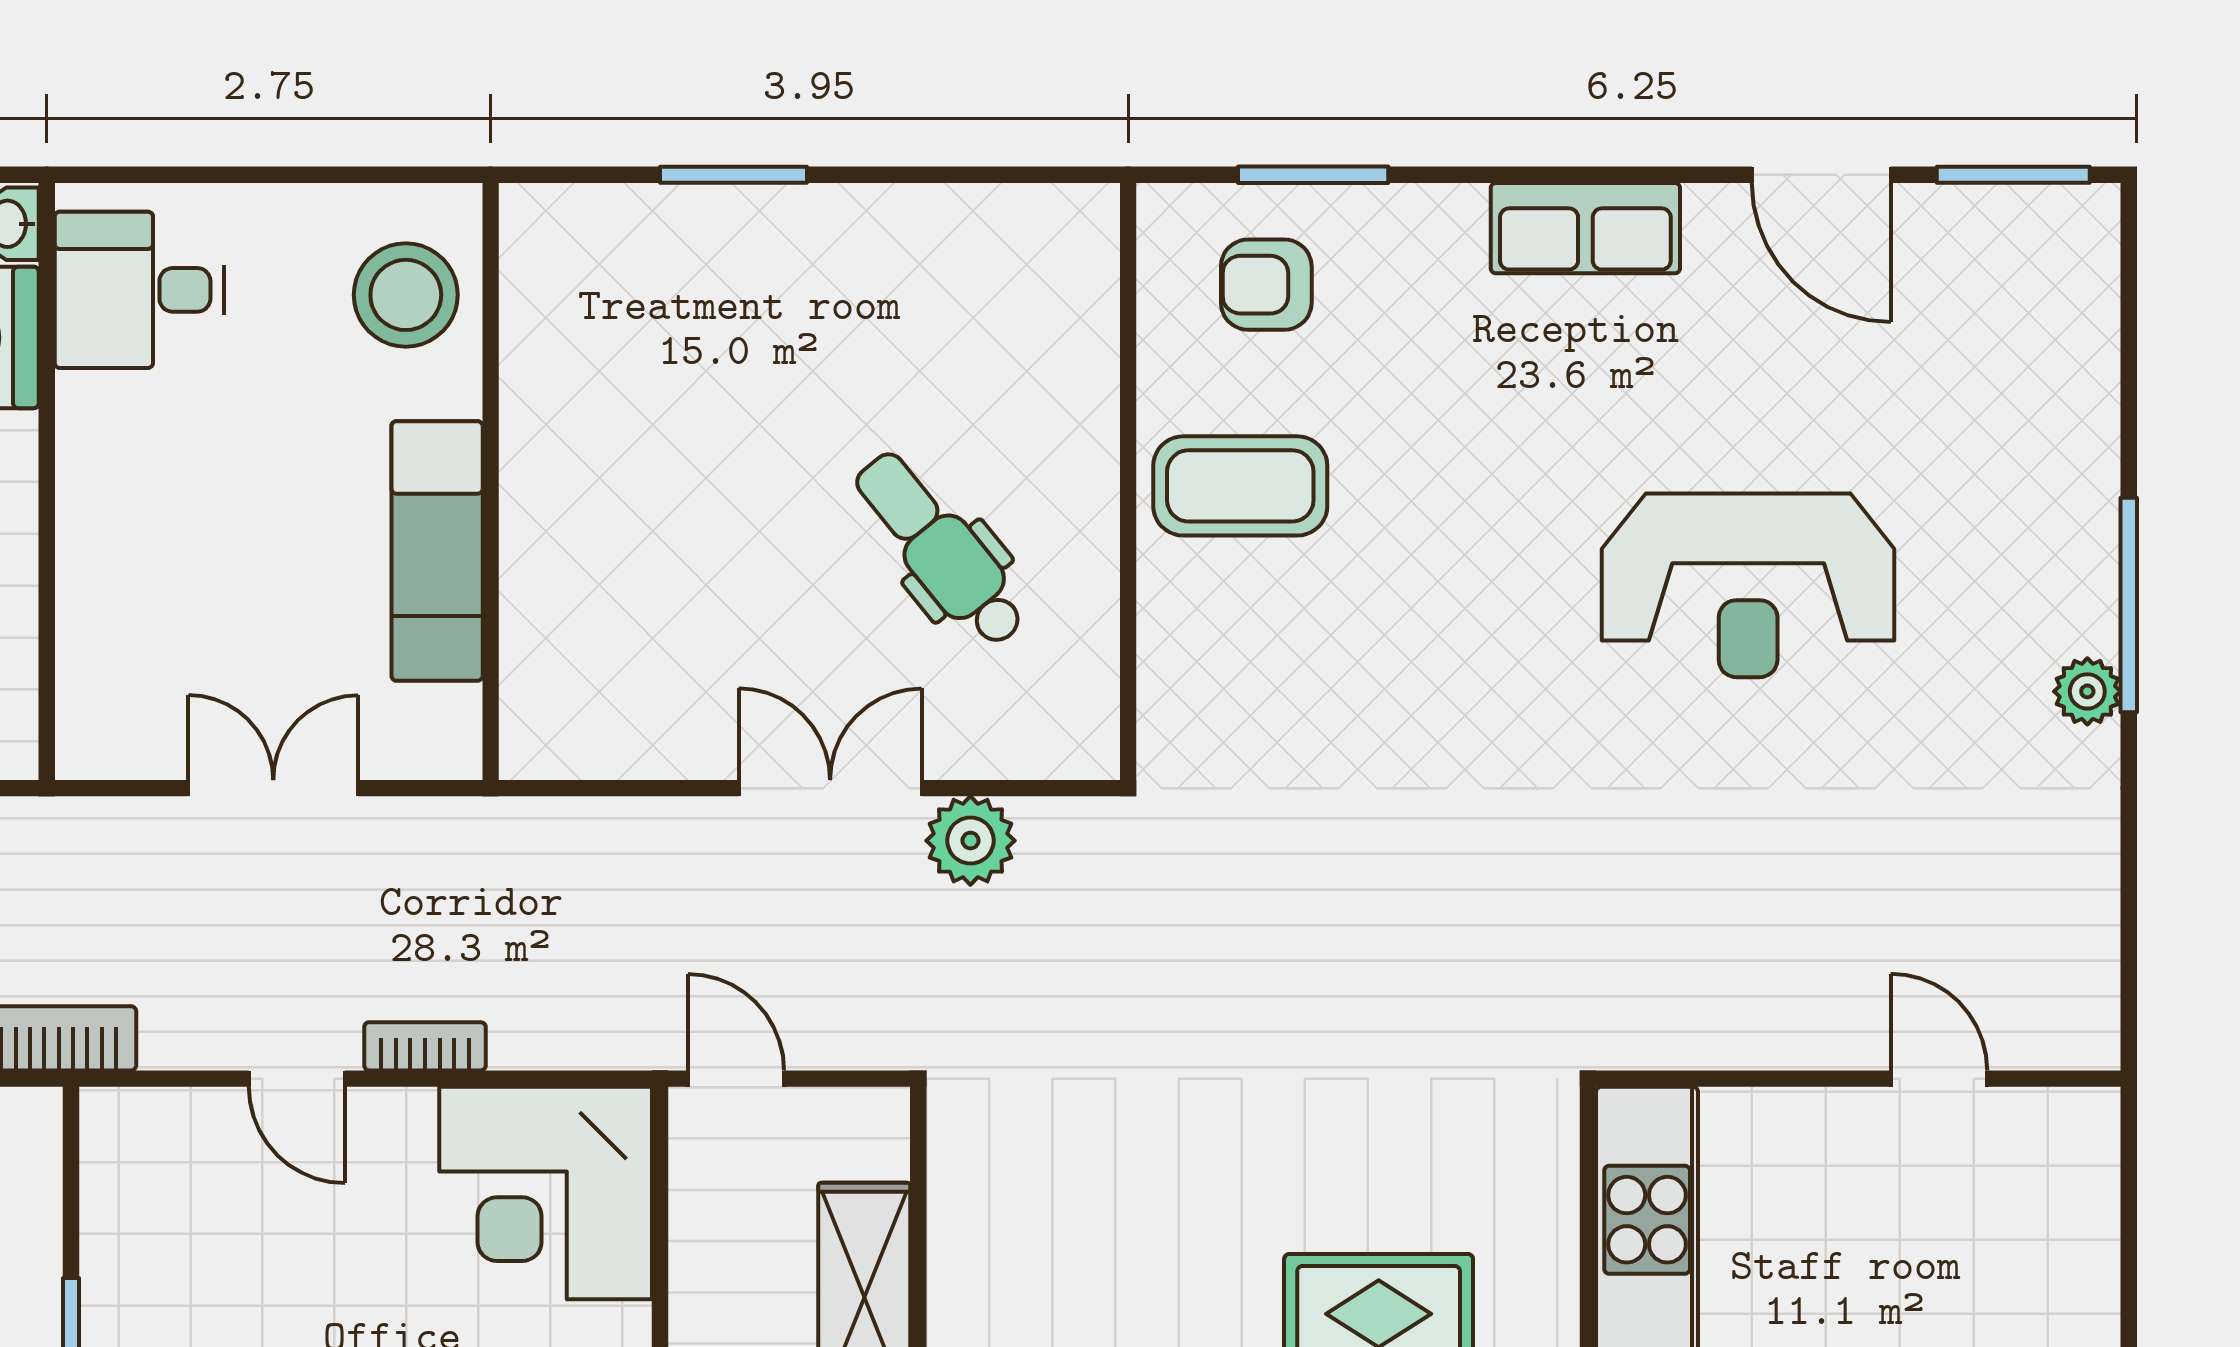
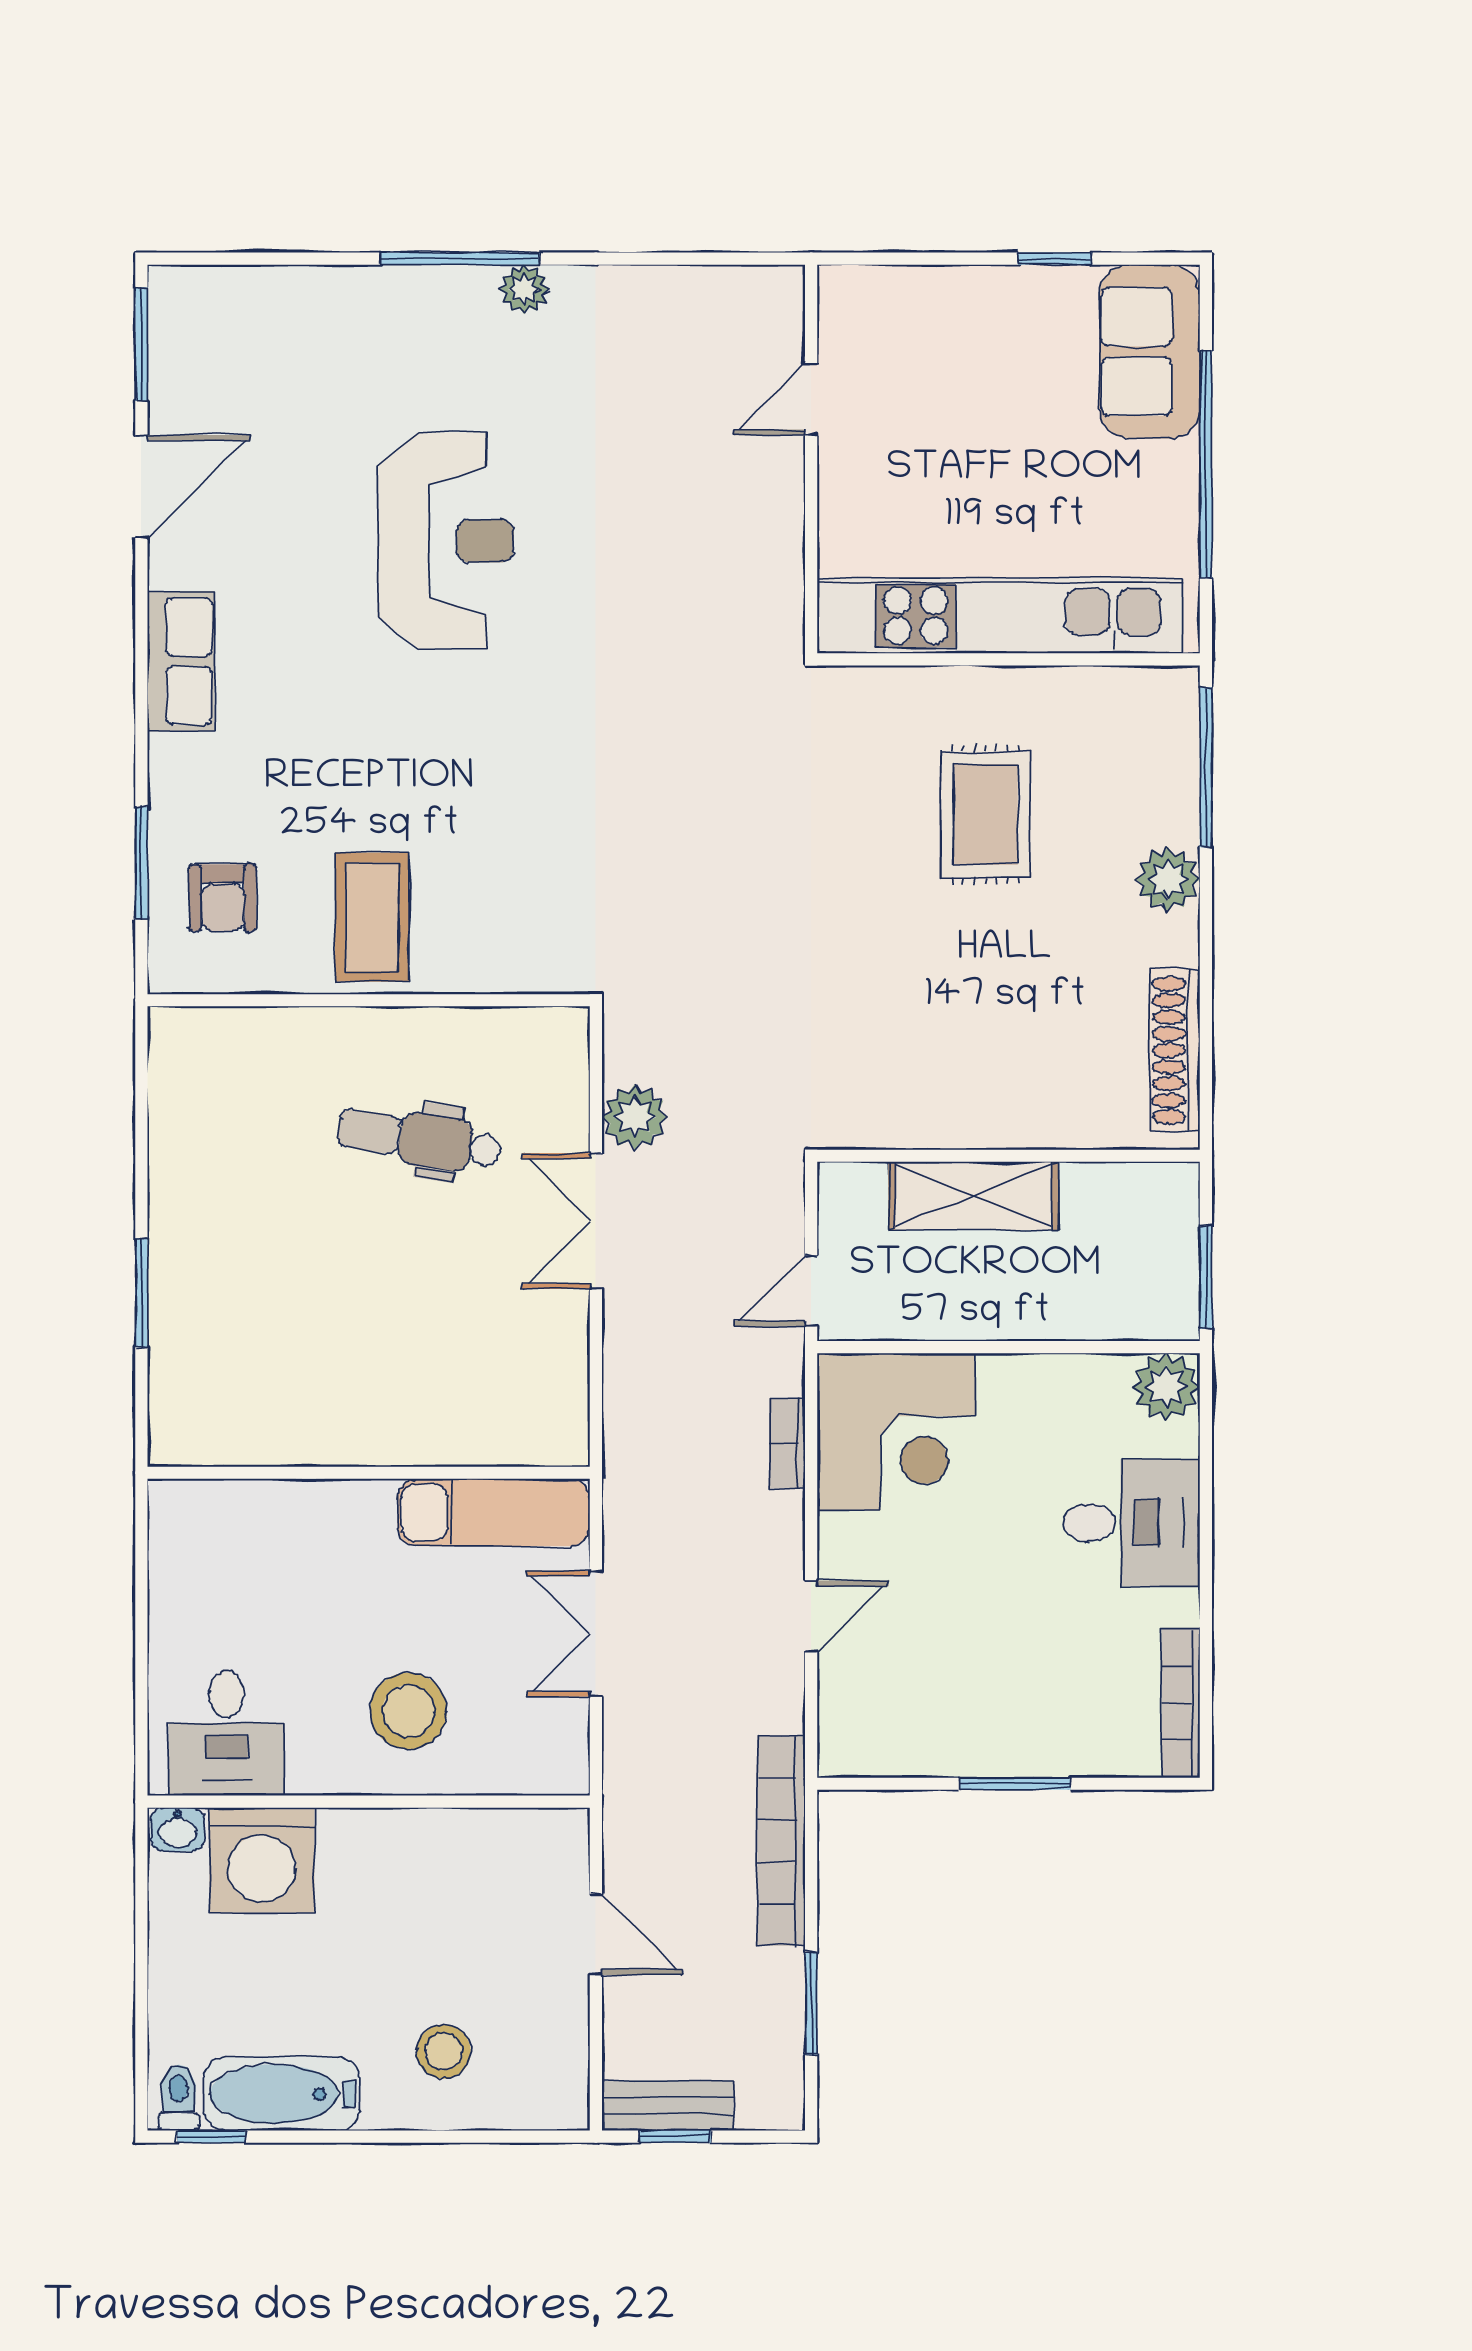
stool: (406, 295) -> (408, 1711), moved
dental chair: (940, 550) -> (419, 1139), turned 48
exam couch: (437, 551) -> (494, 1512), moved
bookcase: (425, 1046) -> (787, 1443), moved

